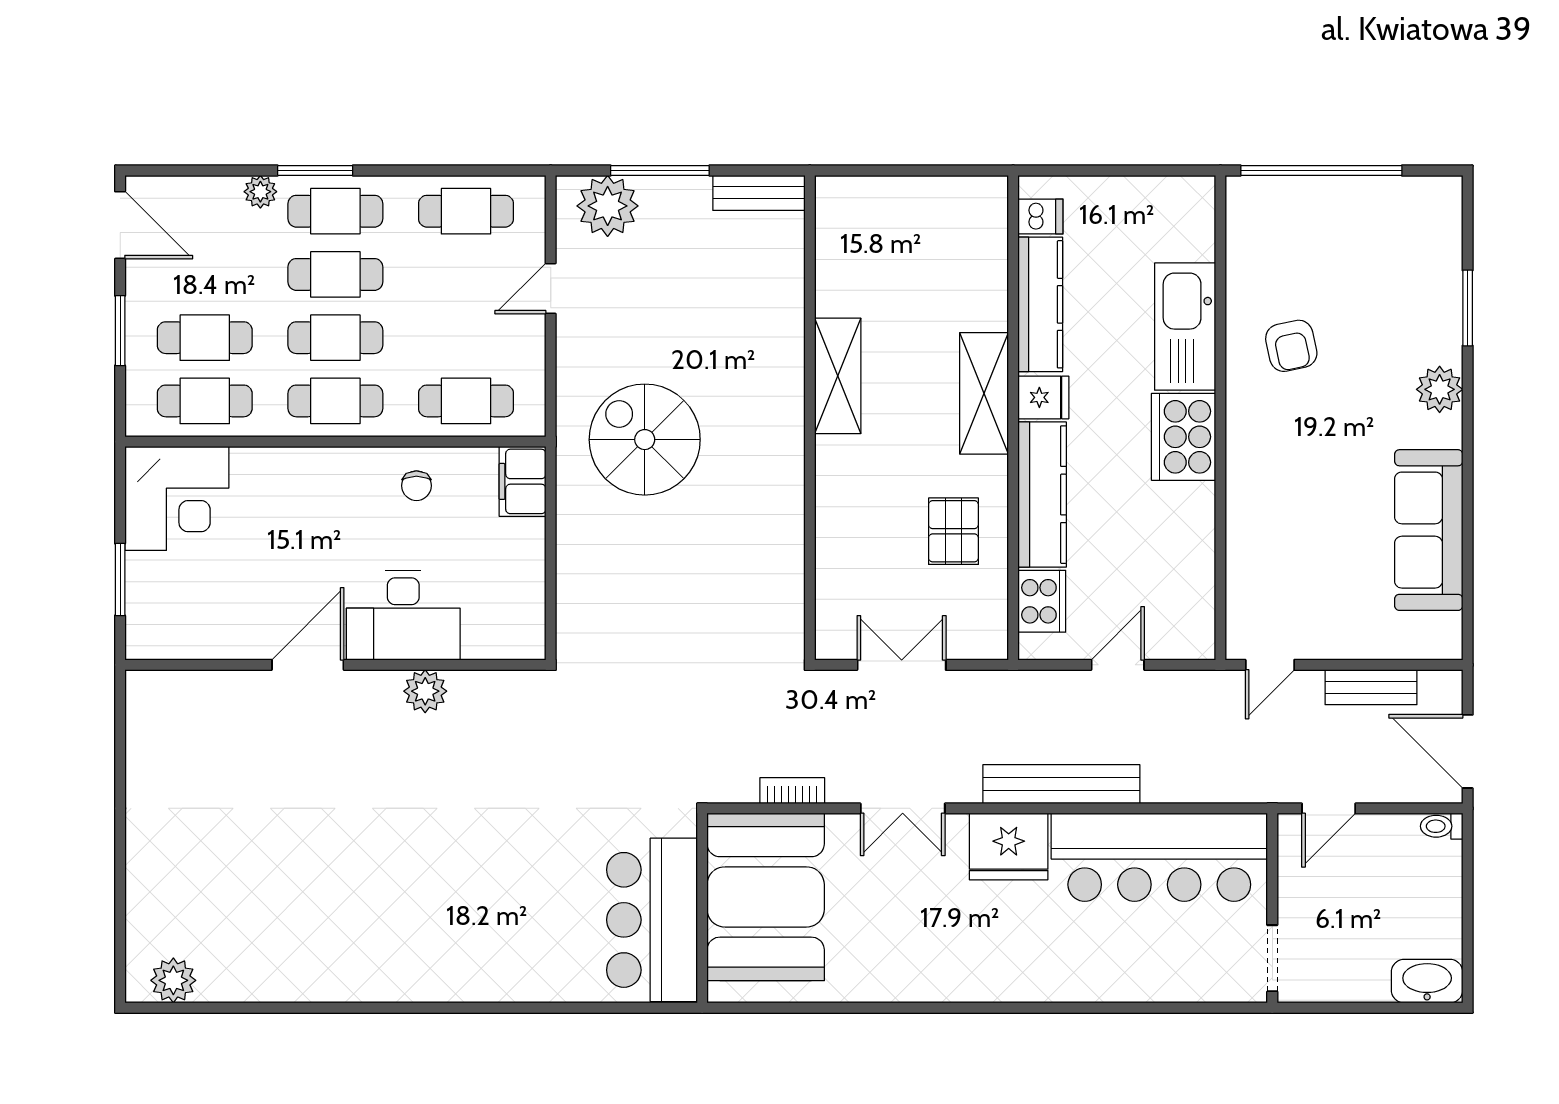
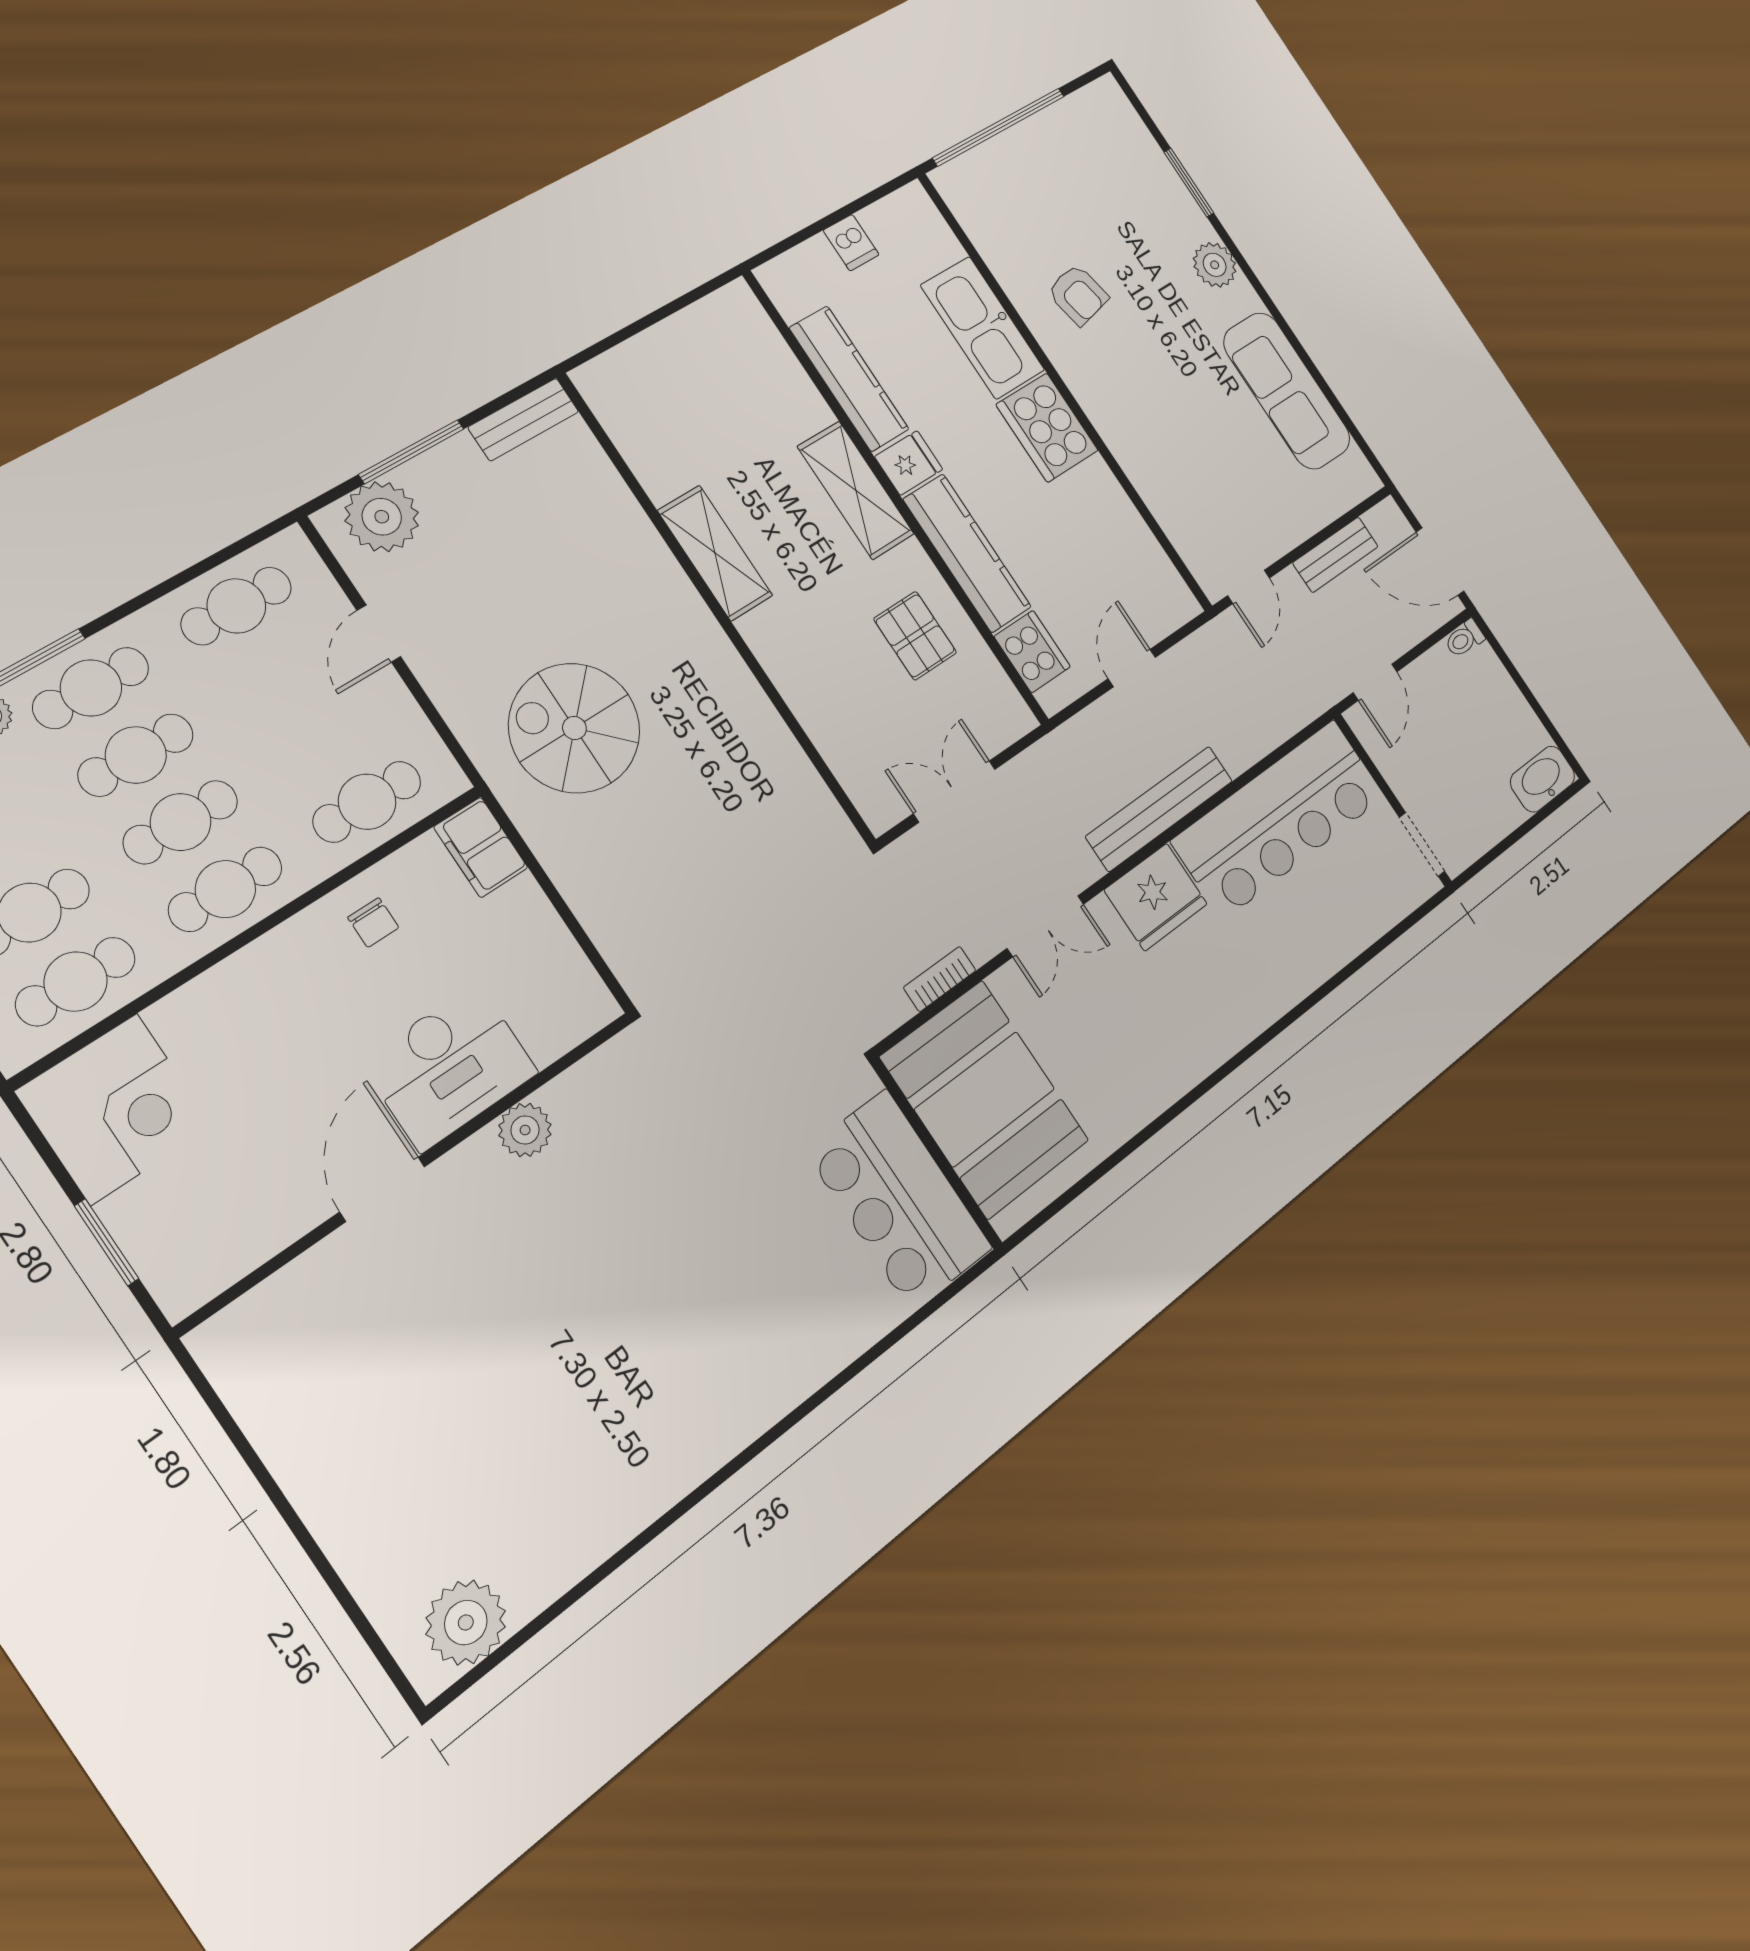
dishwasher: (1040, 216) -> (851, 243), moved, turned 90
plant: (173, 980) -> (466, 1622), width x1.36, depth x1.36

